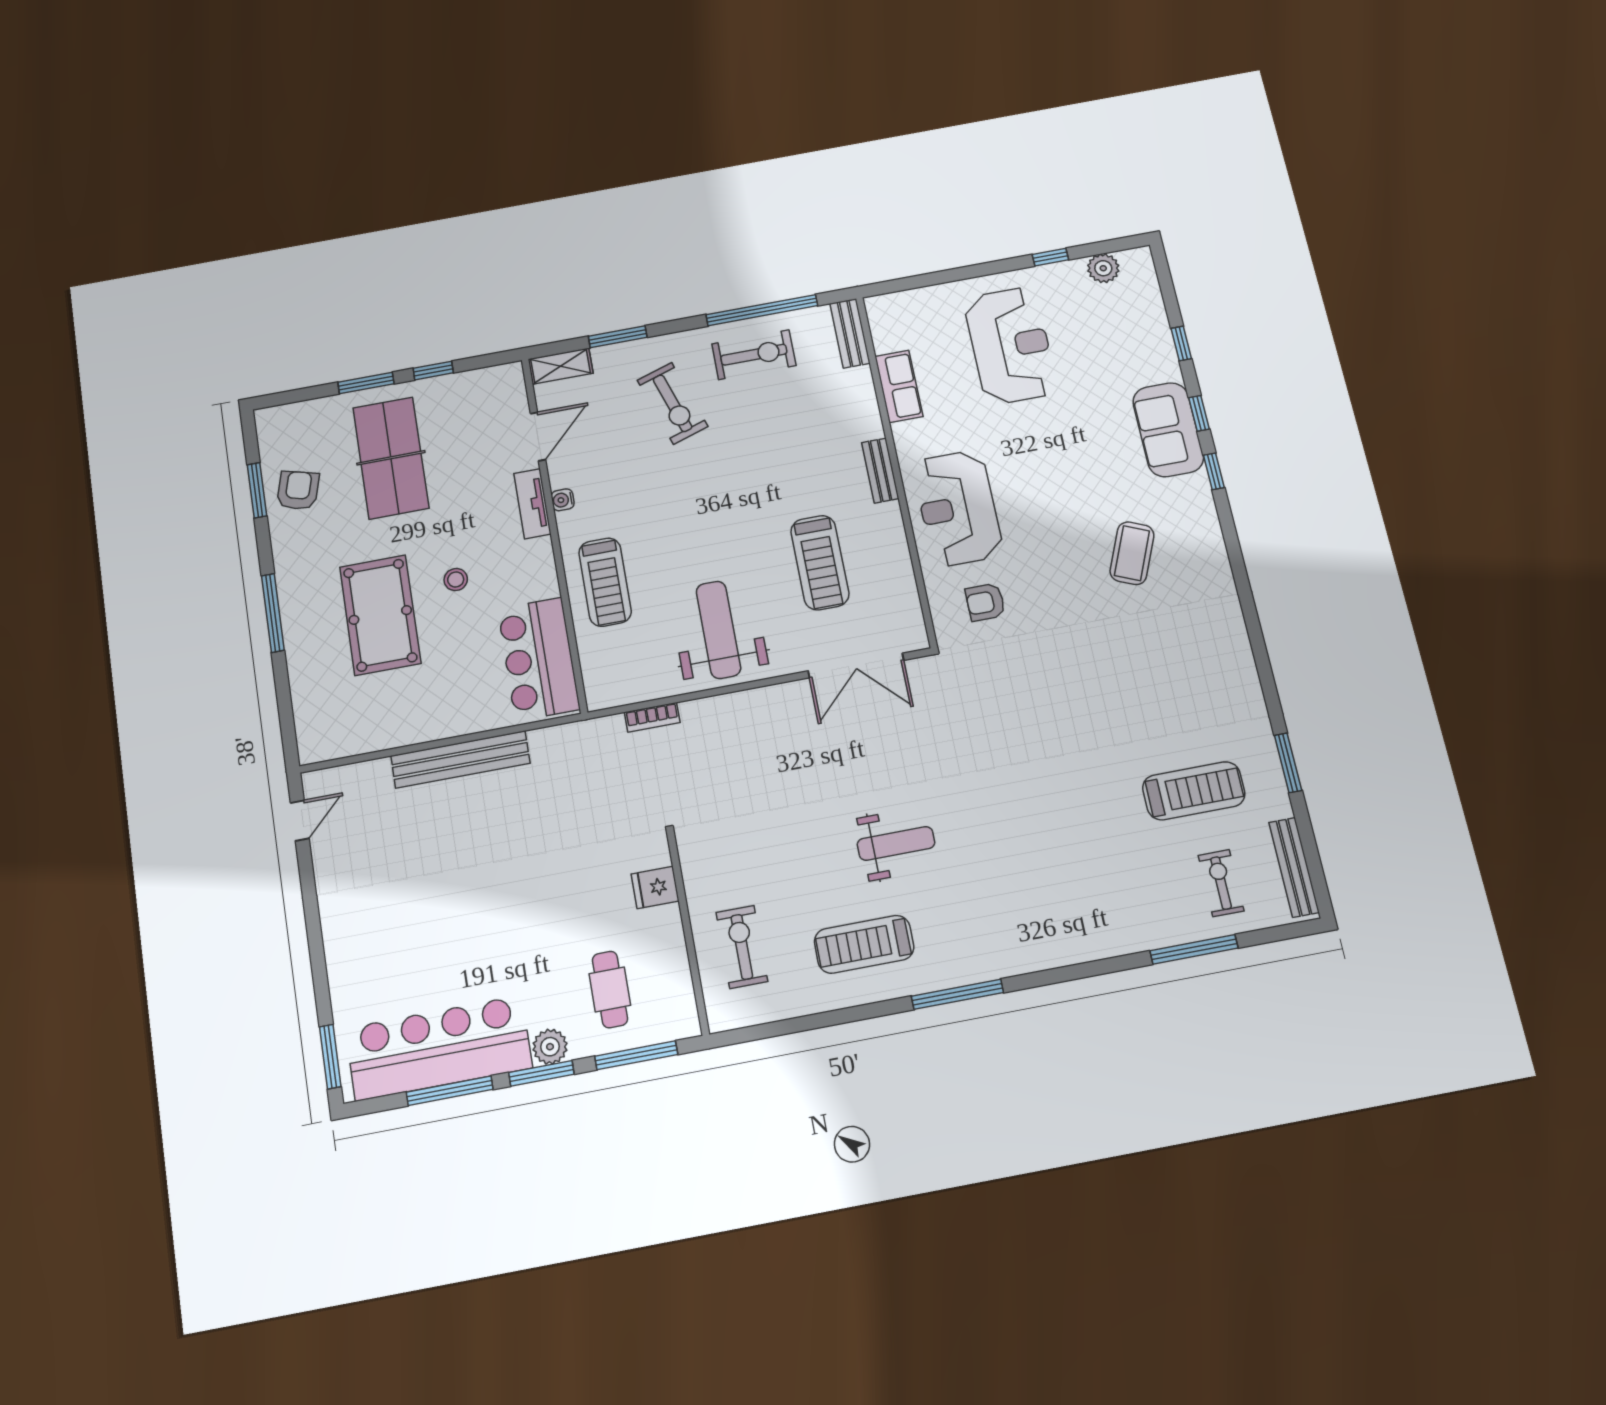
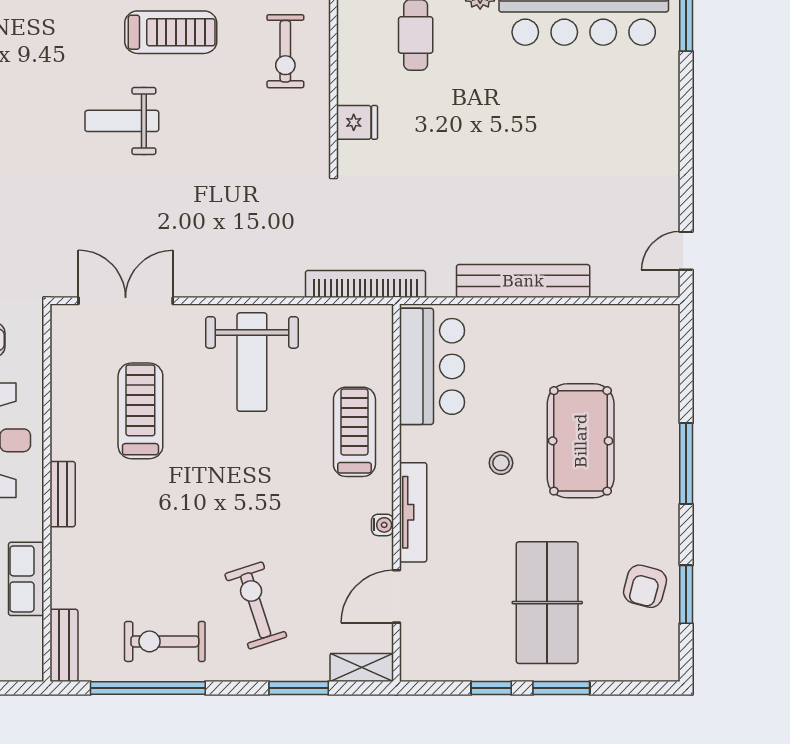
tv unit: (532, 504) -> (413, 512), width x1.41
bookcase: (652, 717) -> (365, 284), width x2.31, depth x1.31

